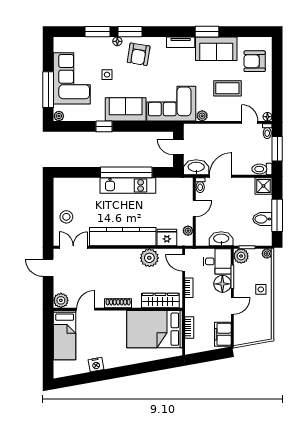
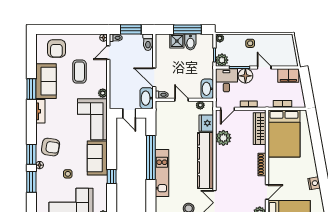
door: (178, 147) -> (129, 113), hinge flipped
kitchen unit: (128, 185) -> (162, 173), moved
shower: (263, 186) -> (177, 41), moved
washbasin: (221, 239) -> (207, 89), moved
door: (86, 309) -> (267, 192), swing flipped

